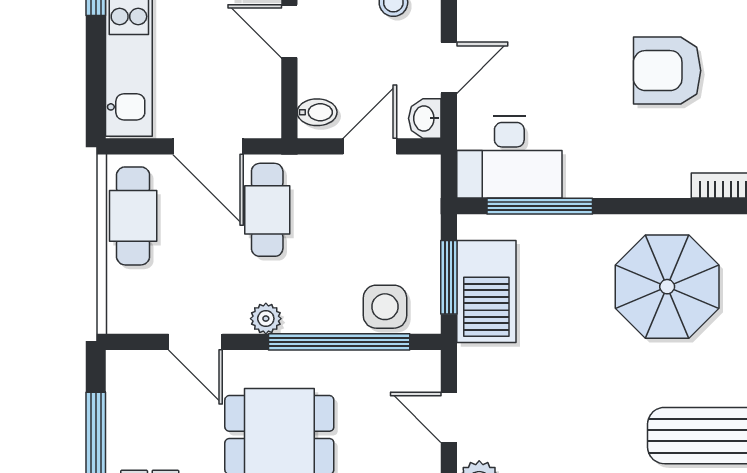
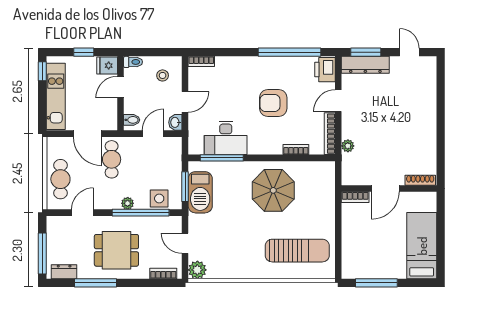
door: (289, 31) -> (120, 87), hinge flipped
desk: (509, 157) -> (226, 138), moved
cafe table: (133, 216) -> (60, 179), moved
plant: (266, 319) -> (128, 203), moved
door: (195, 342) -> (83, 213), swing flipped

